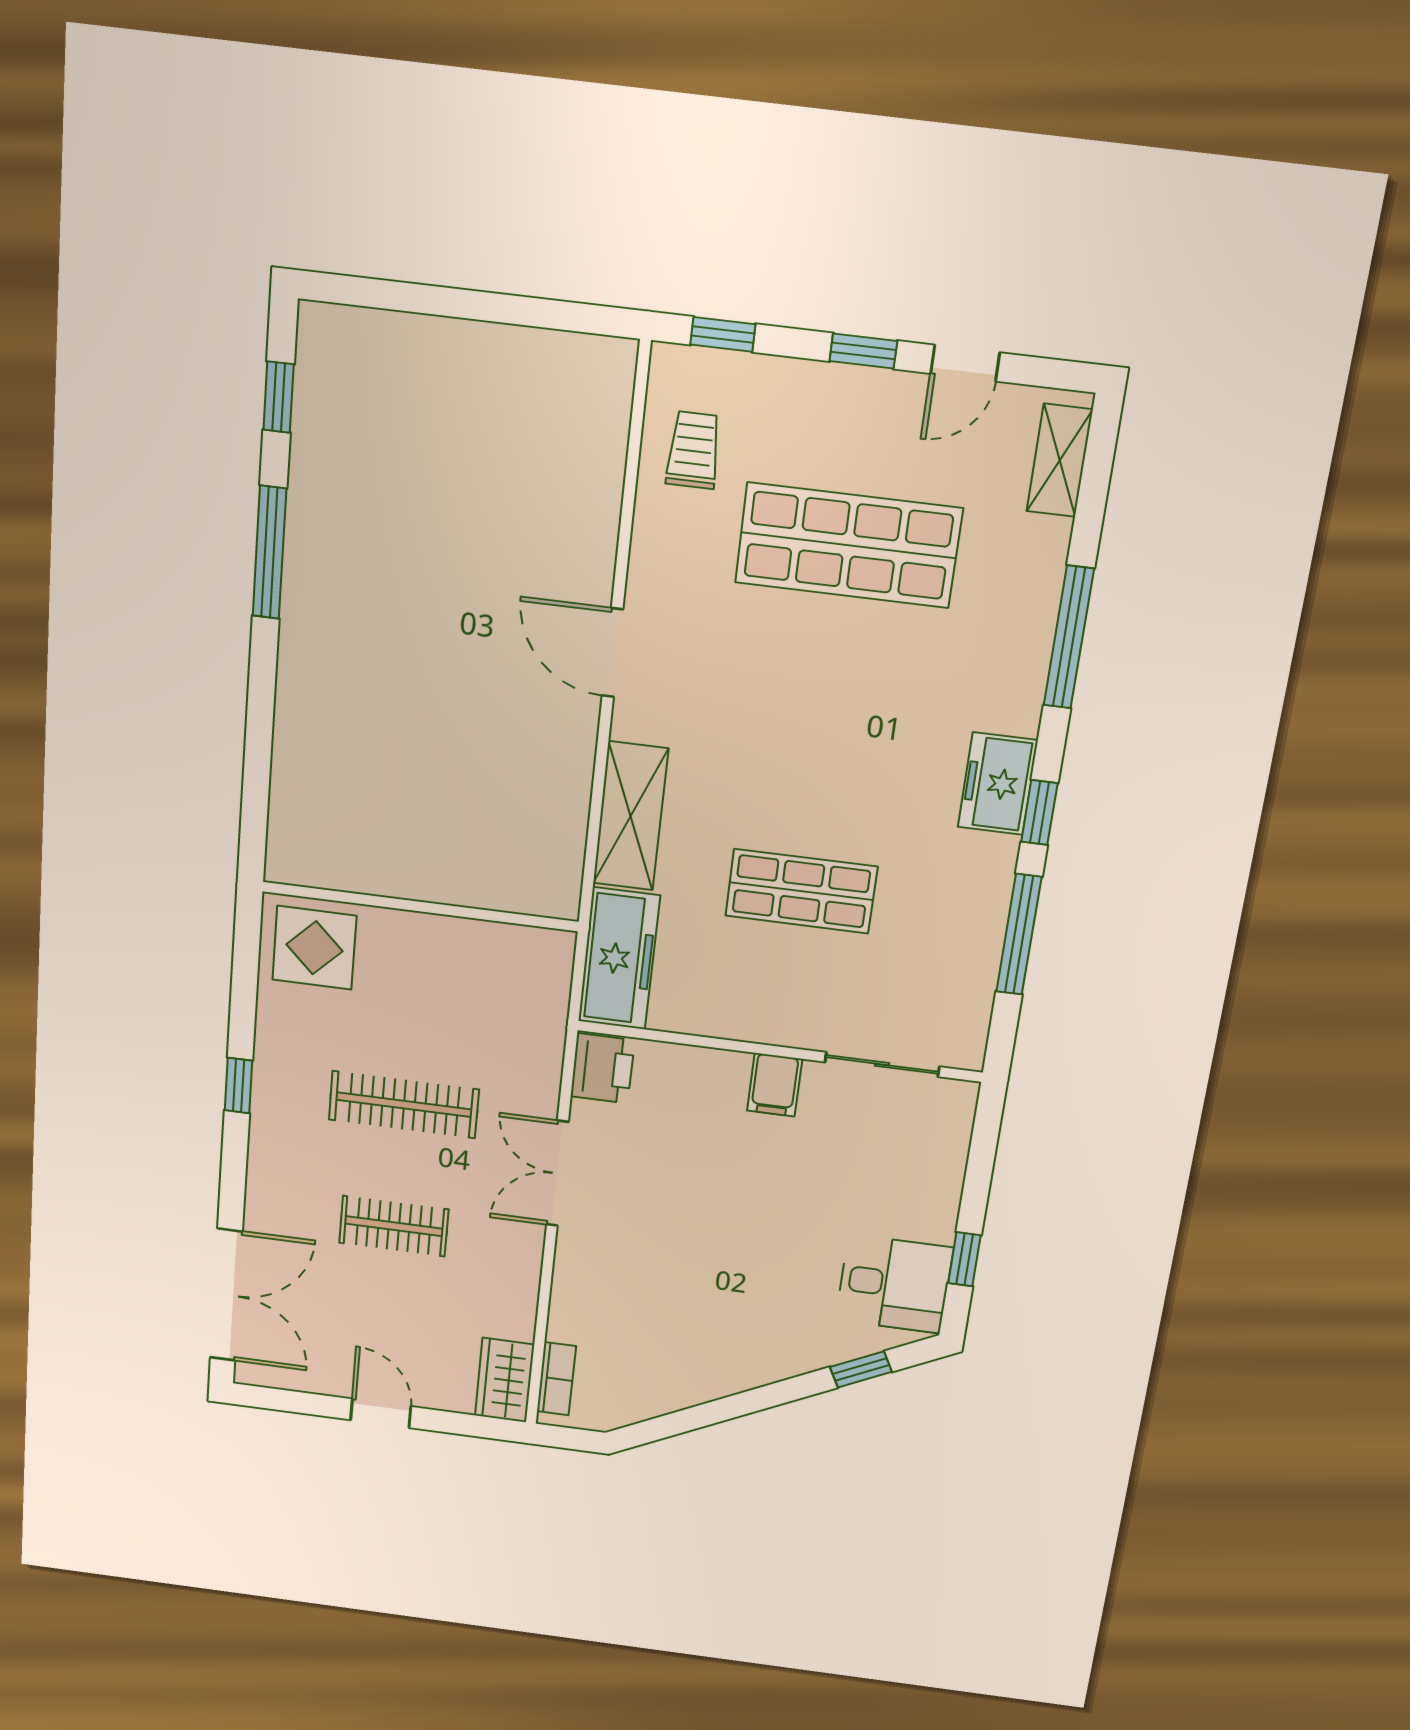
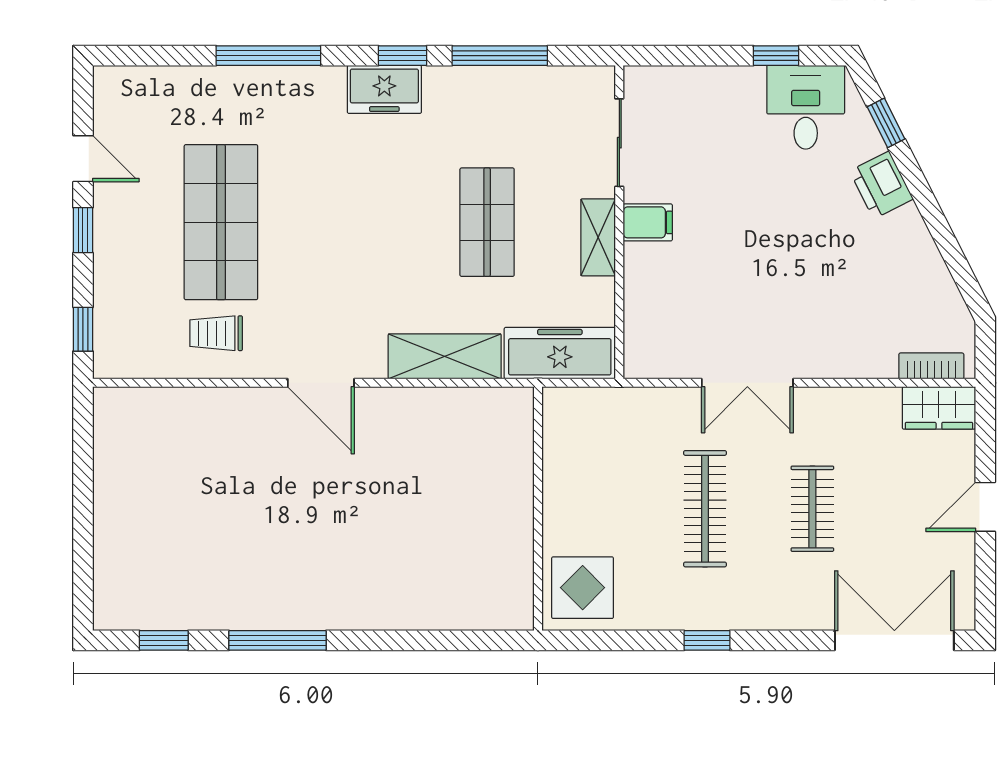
trolley: (694, 450) -> (216, 333), moved
shelving: (1060, 460) -> (598, 237), moved, turned 90
door: (612, 653) -> (321, 383), hinge flipped
printer: (602, 1068) -> (881, 185), moved, turned -117

